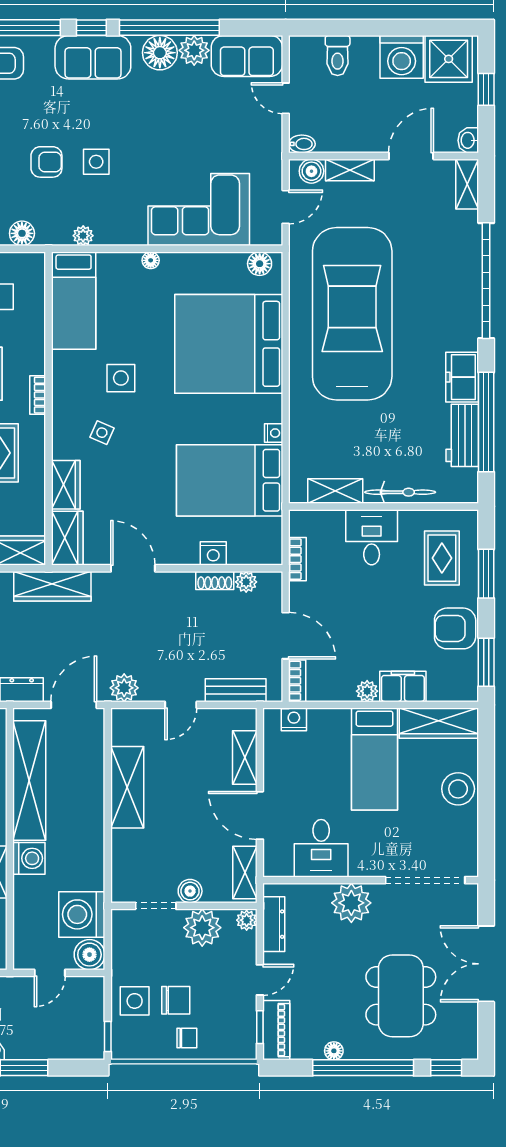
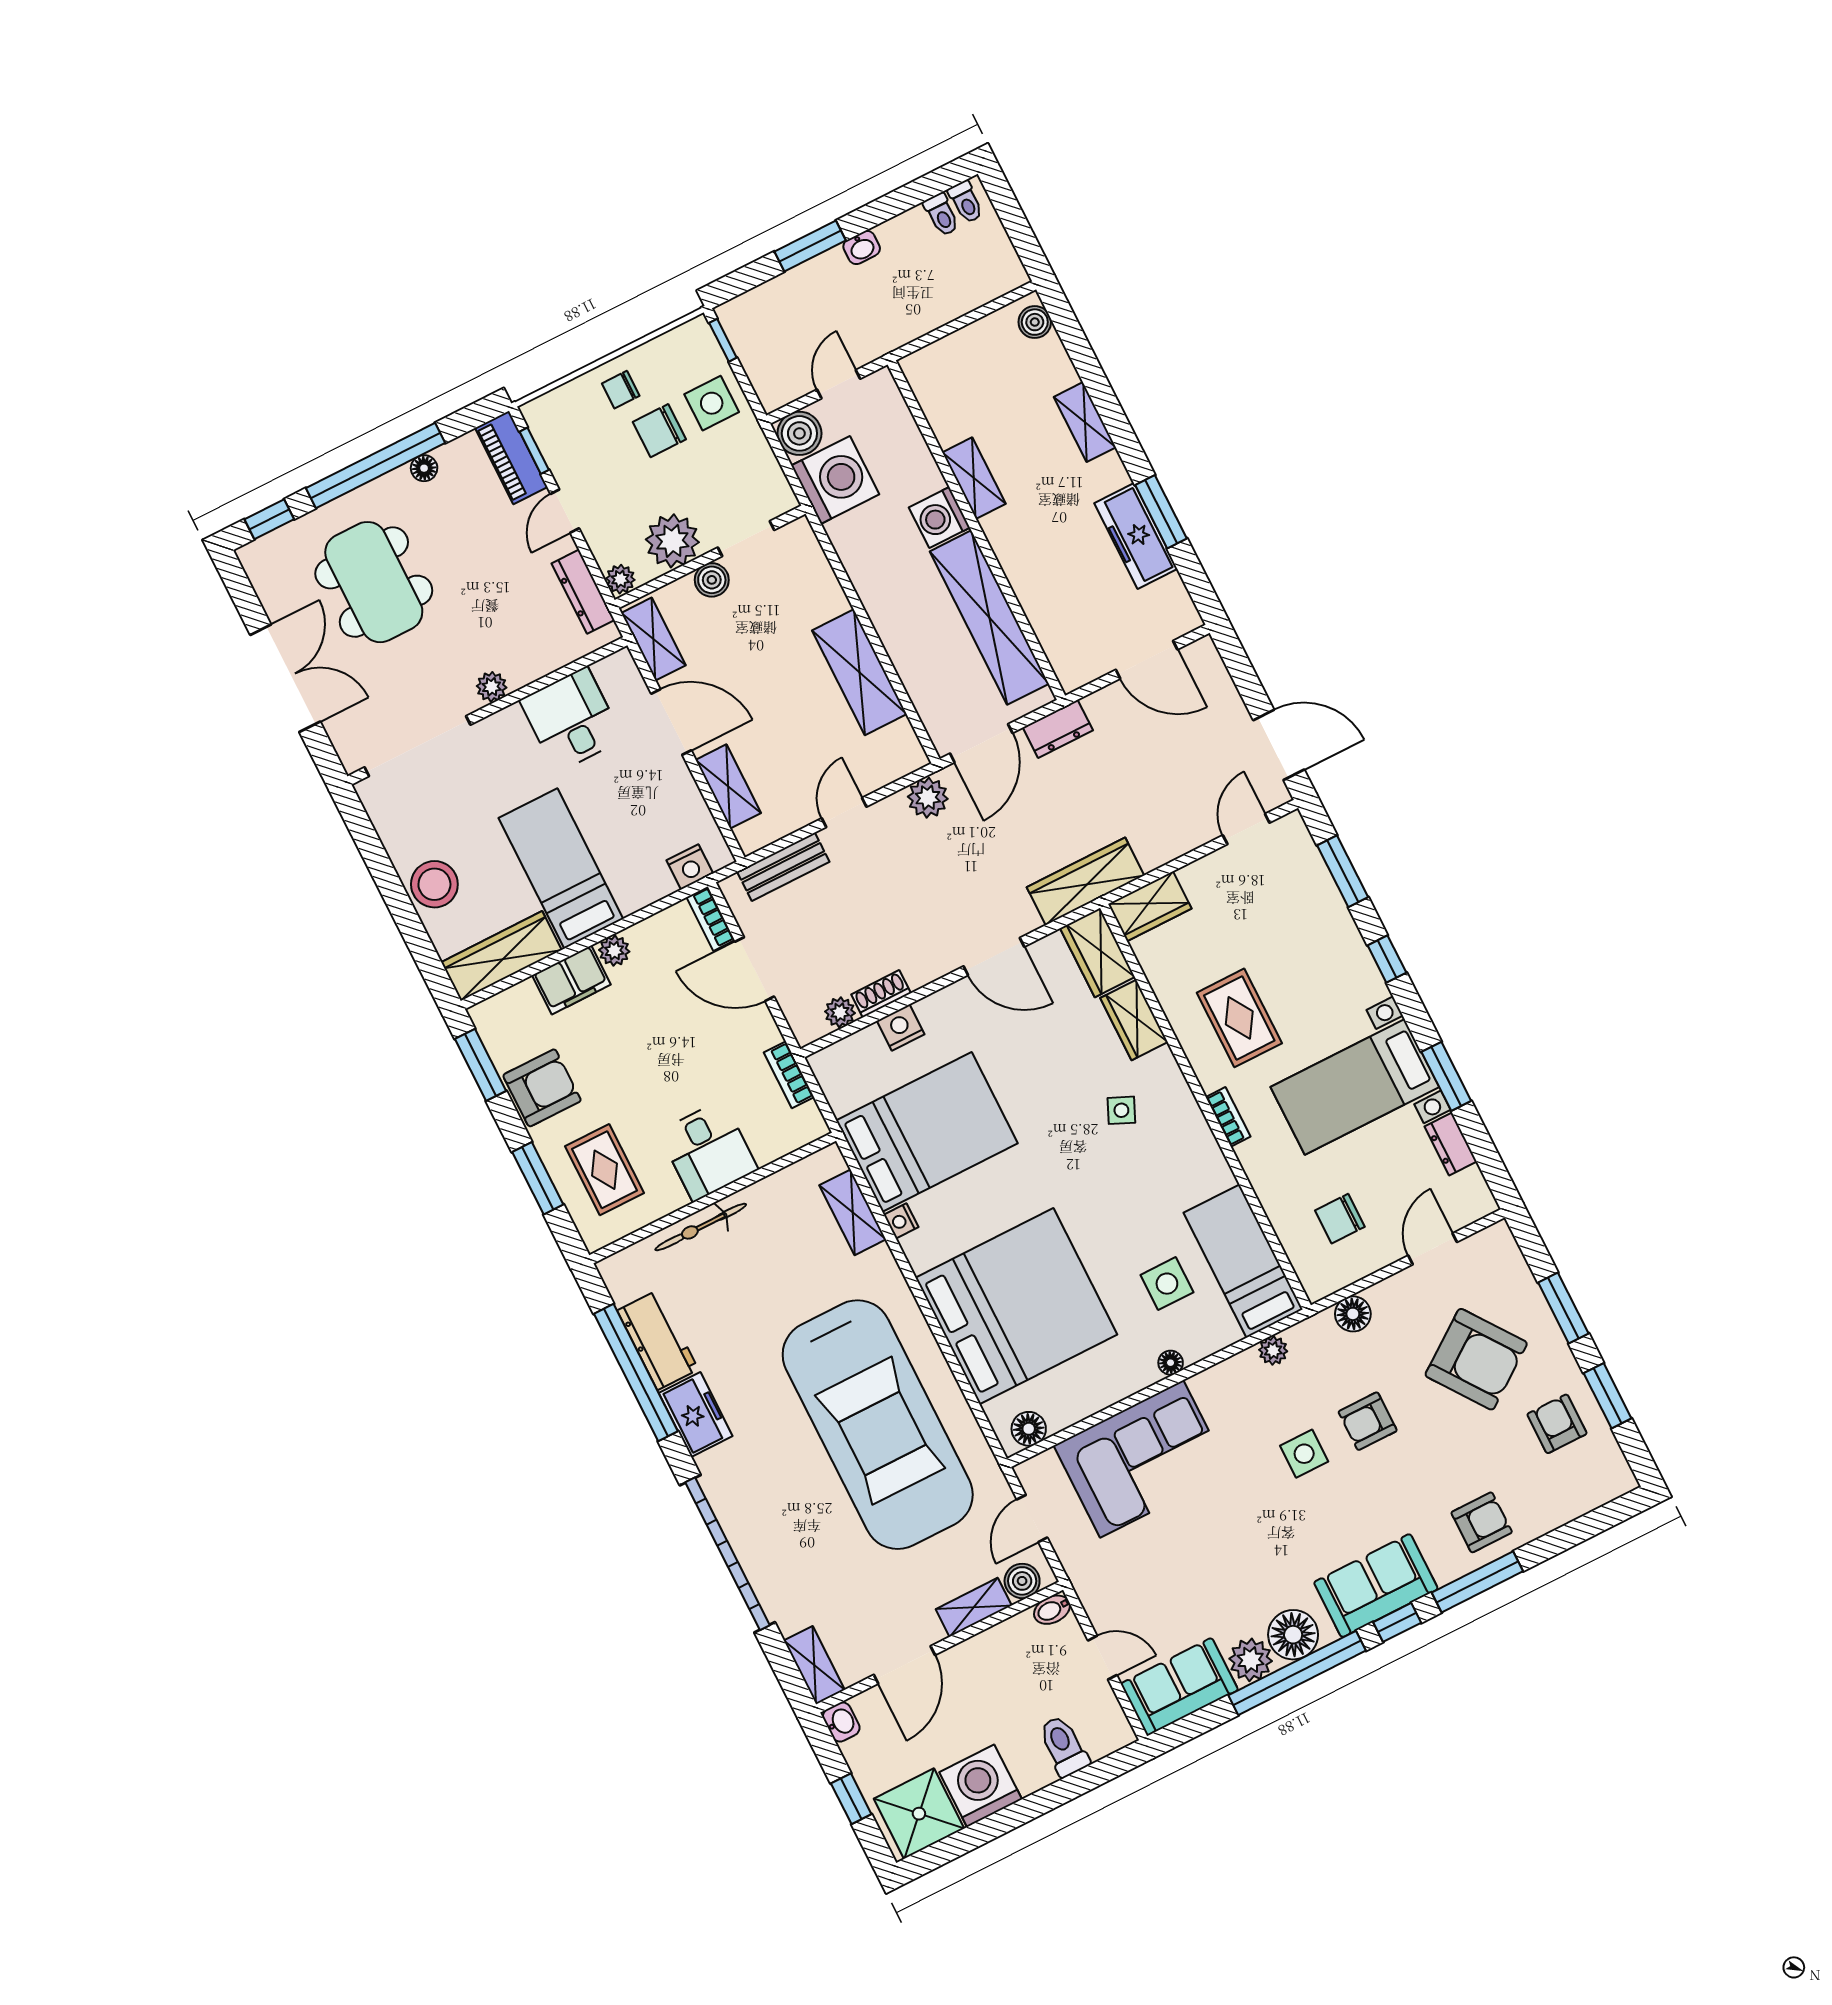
side table: (121, 378) -> (1167, 1284), moved
shelving: (335, 491) -> (853, 1212), moved, turned 90
plant: (351, 903) -> (492, 687), width x0.53, depth x0.53

